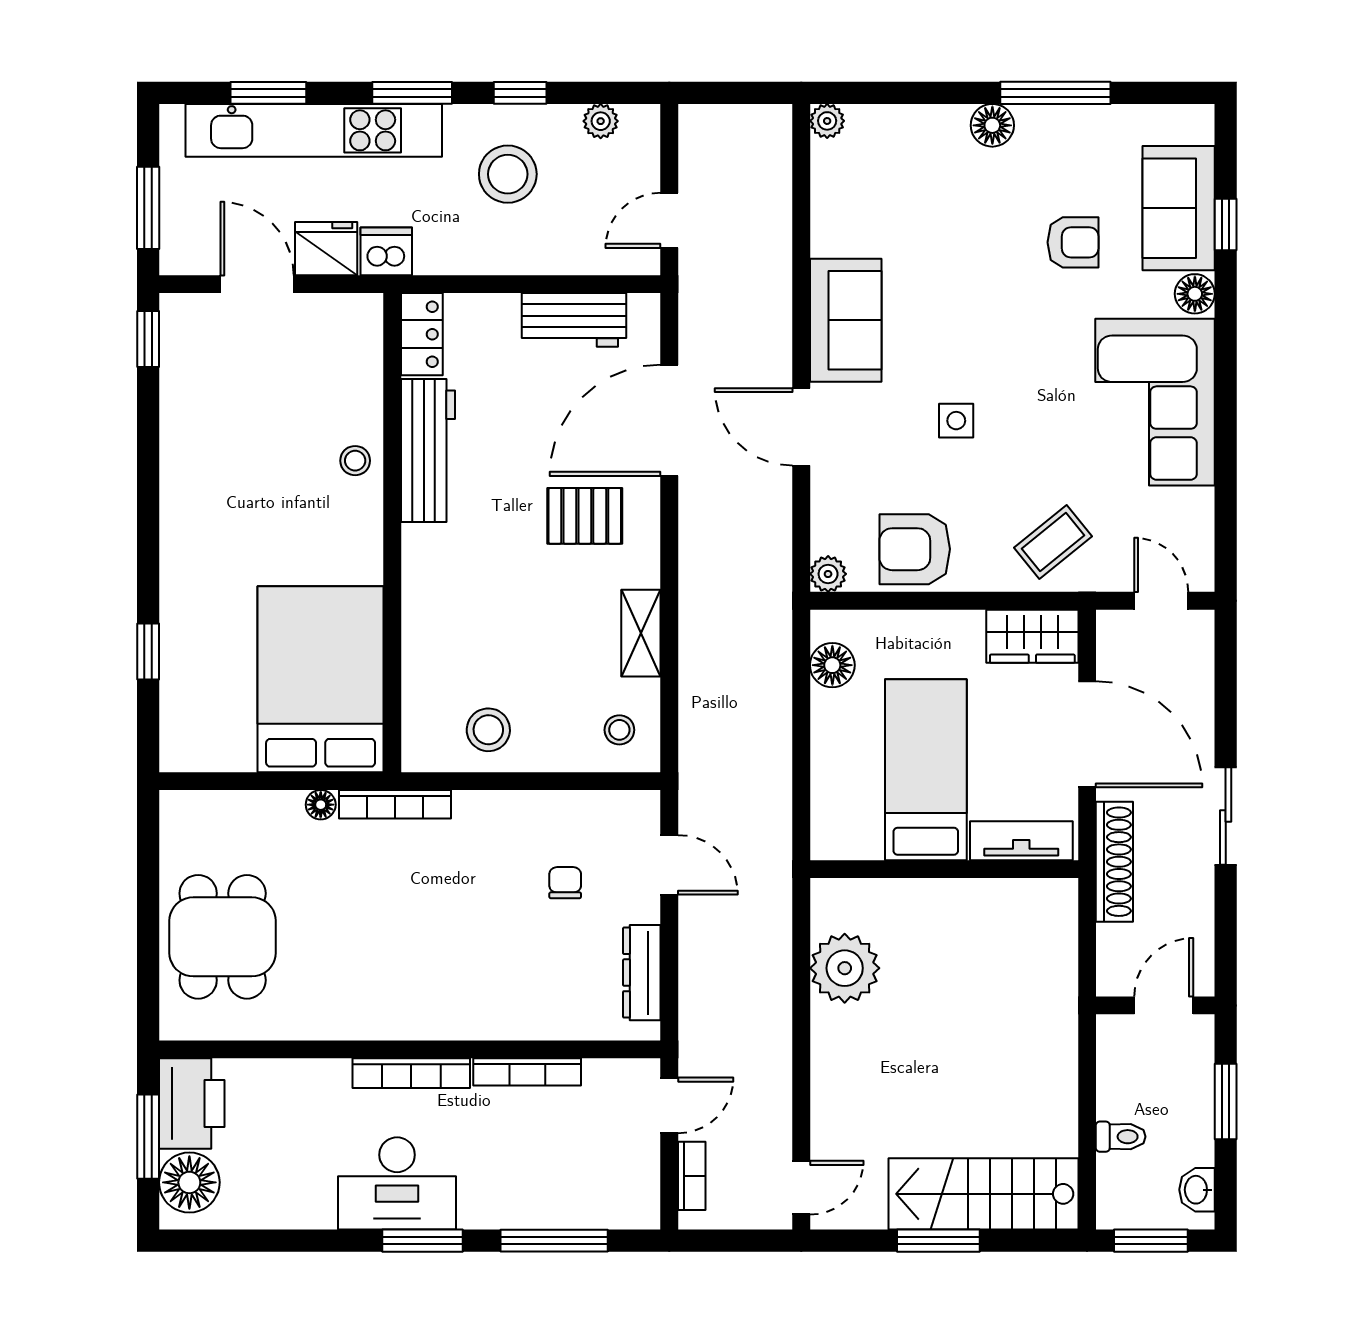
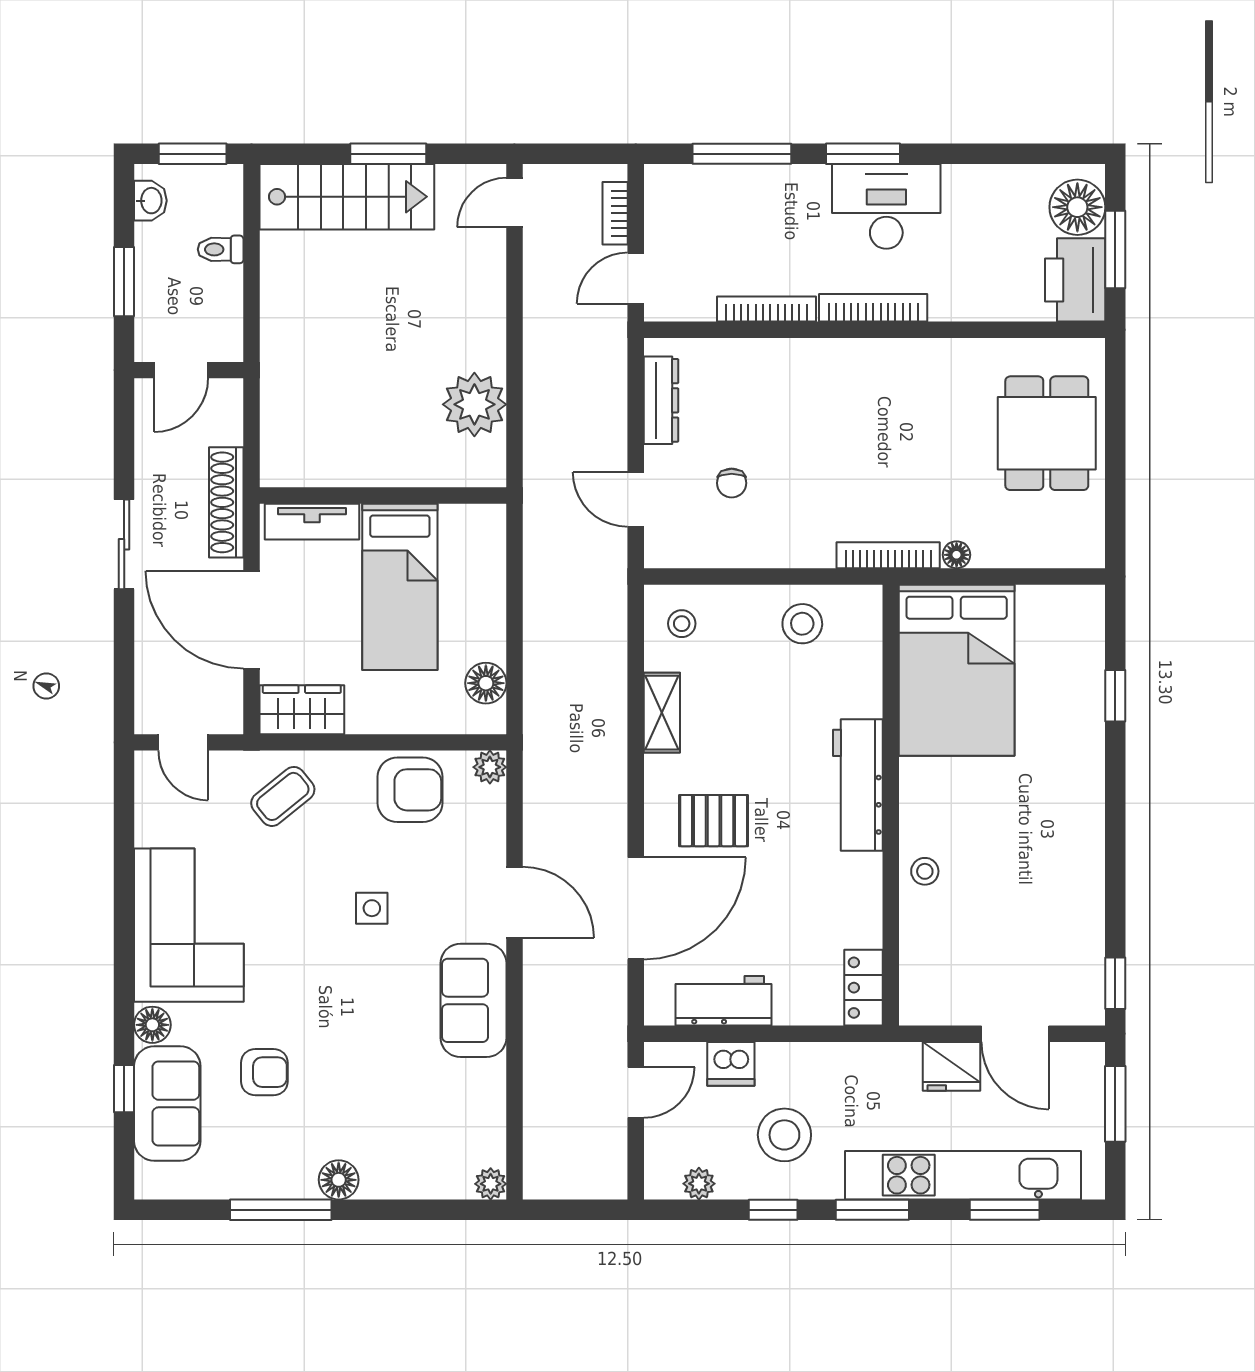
armchair: (1073, 242) -> (264, 1072), turned 180
dishwasher: (386, 251) -> (731, 1064), moved
workbench: (428, 451) -> (858, 785), moved

